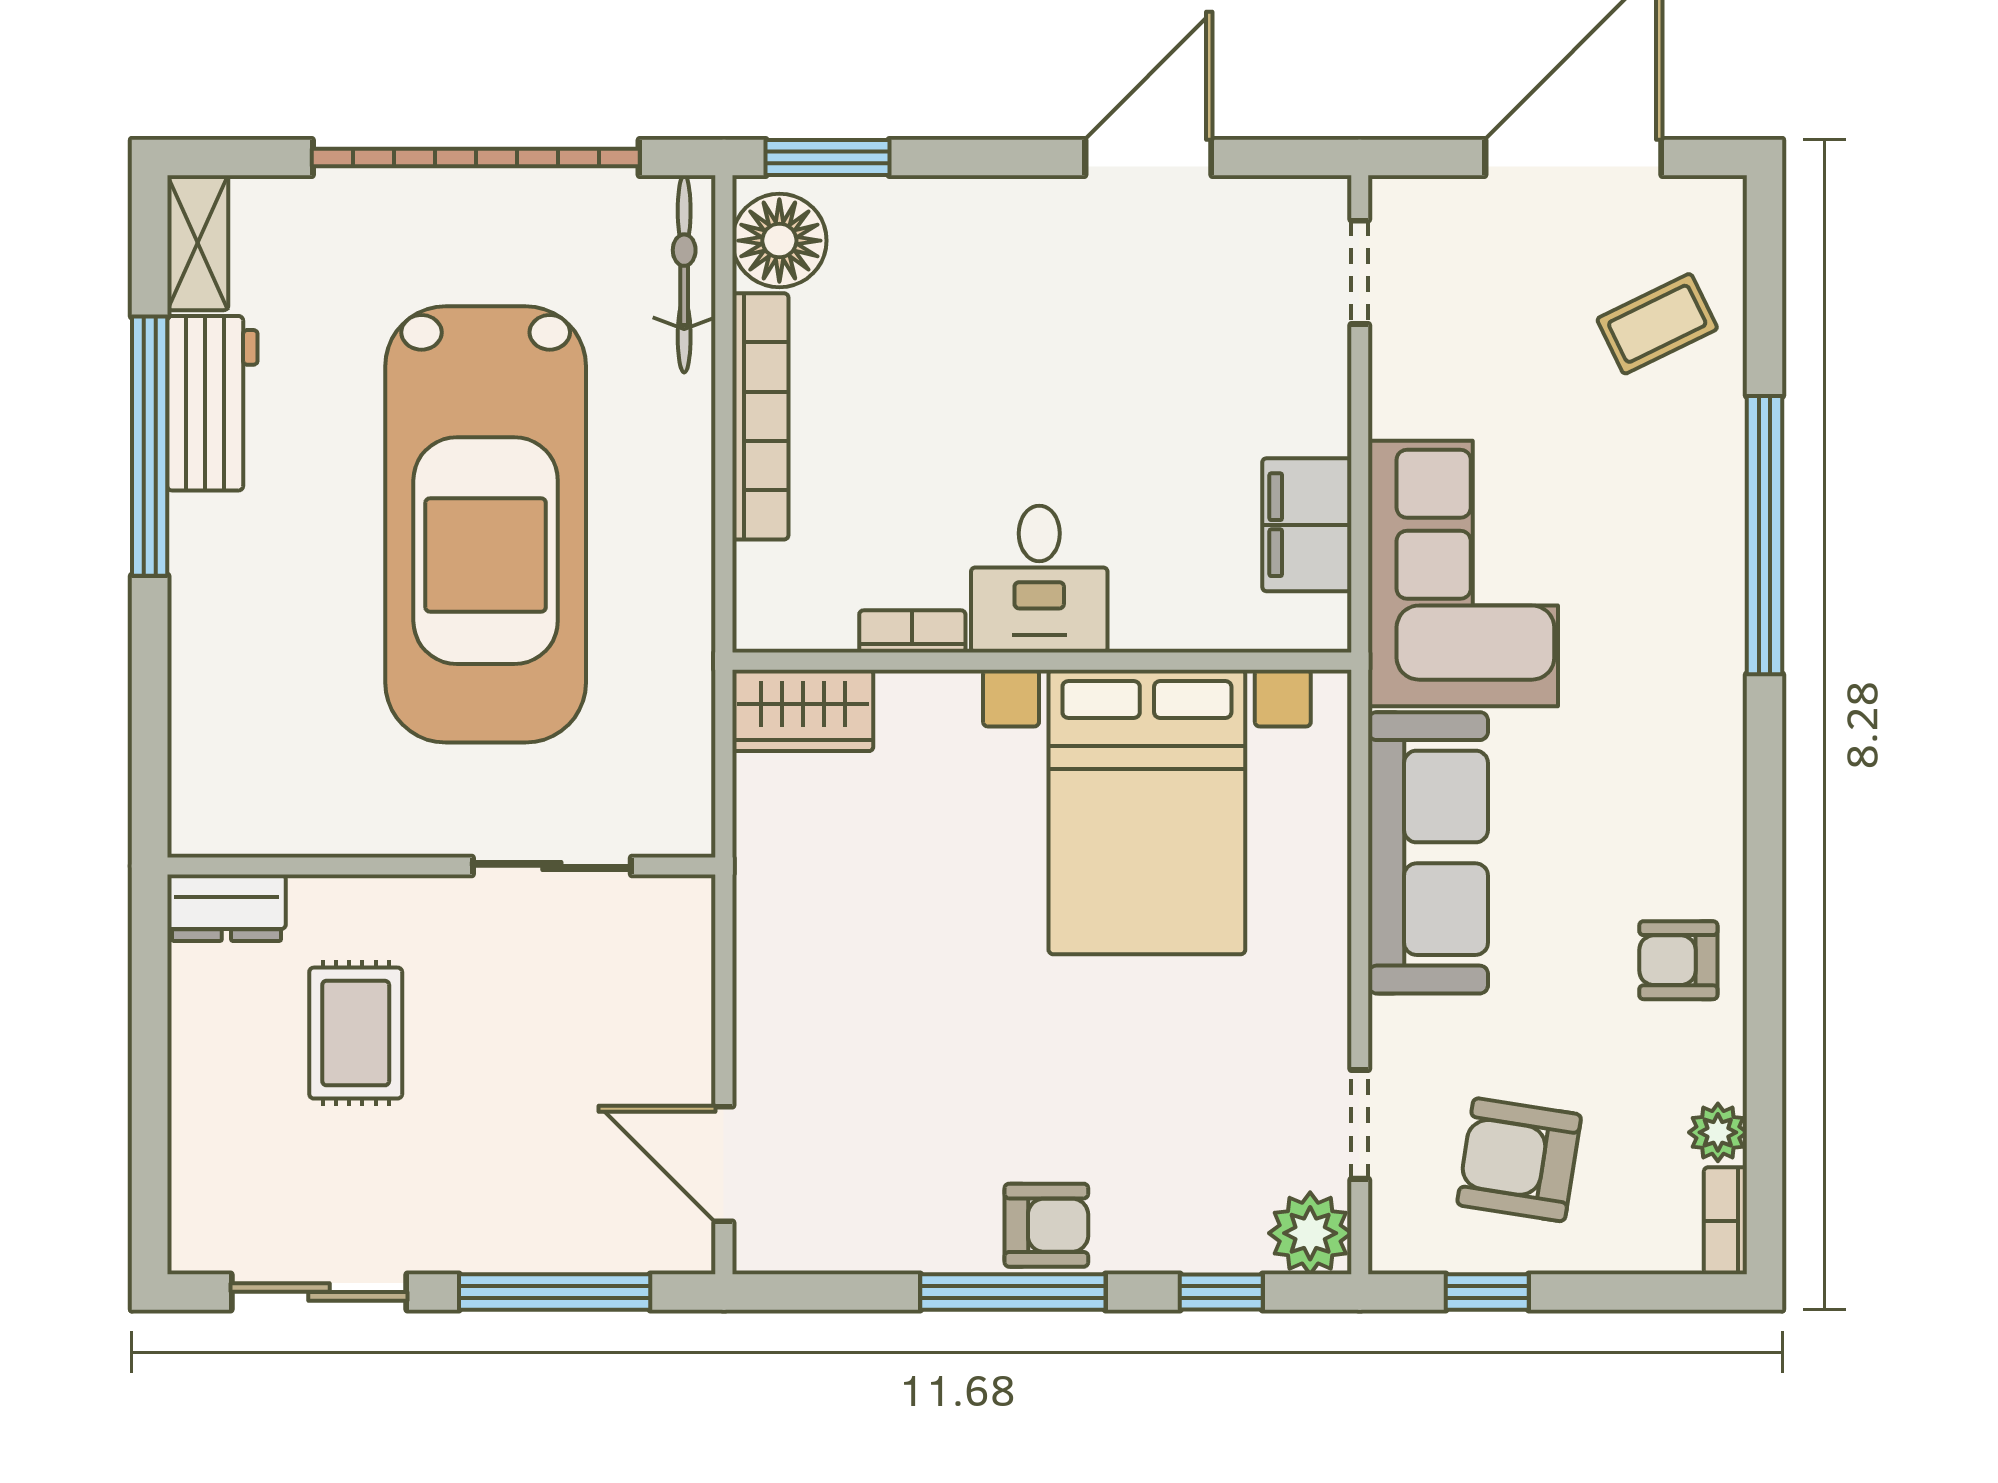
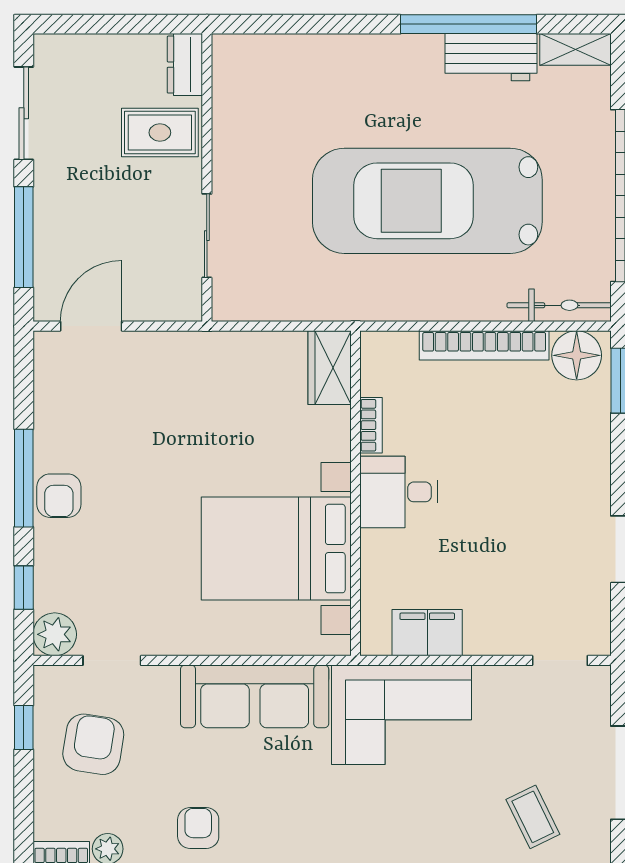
wall: (441, 866) -> (207, 178), moved
sliding door: (552, 866) -> (207, 236), moved
dresser: (226, 908) -> (185, 65), moved

